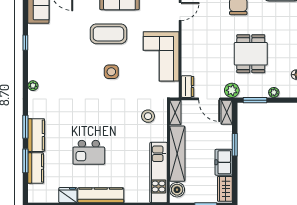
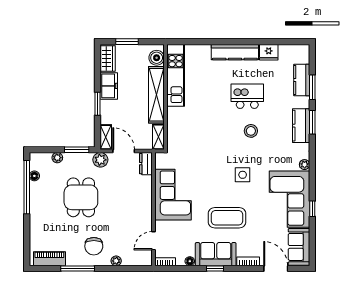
corner sofa: (48, 52) -> (289, 199), added
side table: (111, 72) -> (243, 175), moved
stool: (148, 116) -> (251, 131), moved
kitchen counter: (36, 135) -> (301, 126), moved

